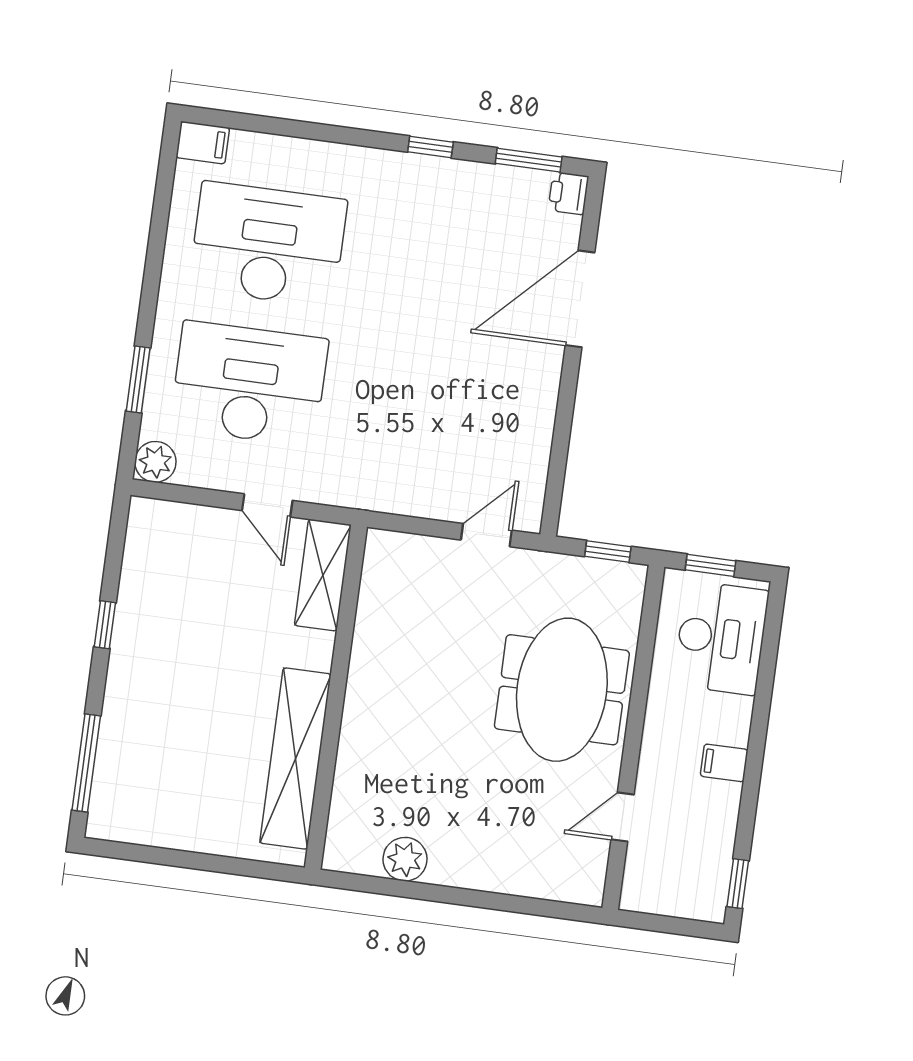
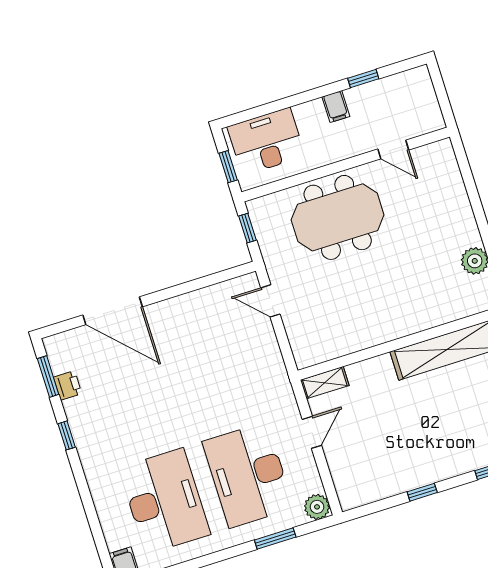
printer: (568, 193) -> (68, 385), moved, turned -90
desk: (268, 244) -> (165, 501), turned 180
shelving: (323, 575) -> (325, 383), width x0.67, depth x0.75
window: (738, 884) -> (363, 78), moved

